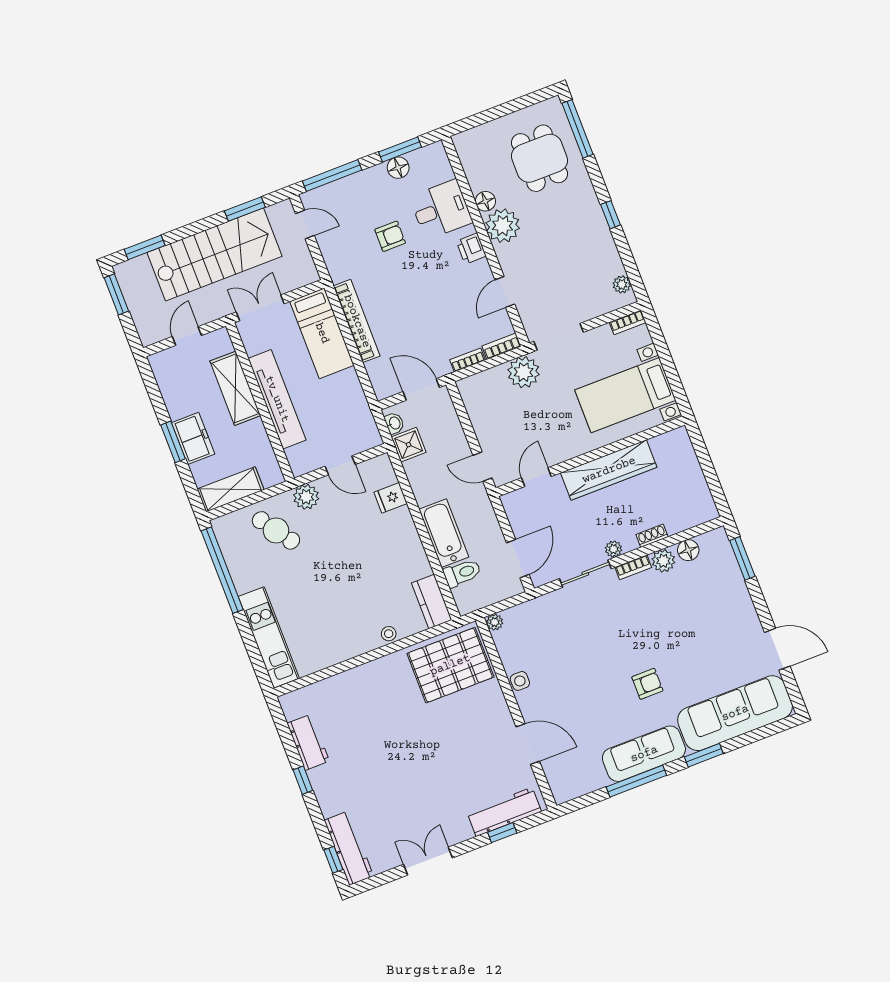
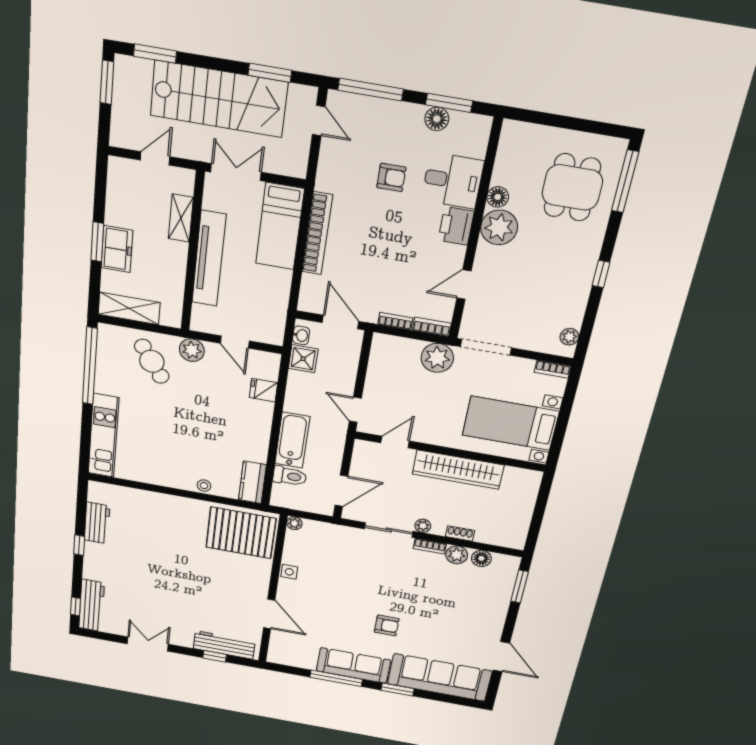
printer: (471, 249) -> (456, 226), width x1.36, depth x1.24
shelving: (235, 388) -> (181, 218), width x0.67, depth x0.75

